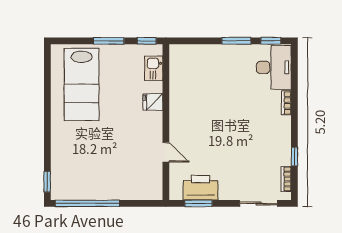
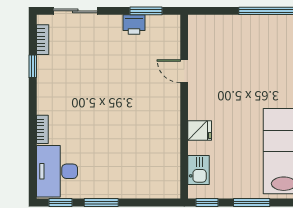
printer: (201, 188) -> (134, 25), width x0.53, depth x0.68

